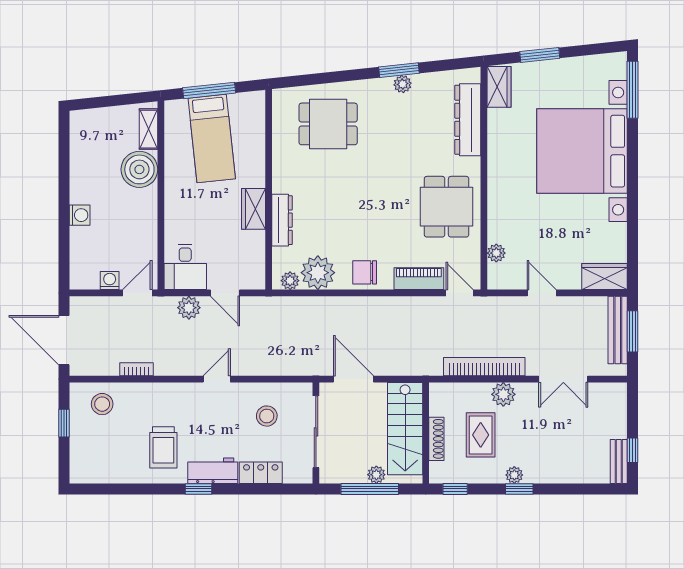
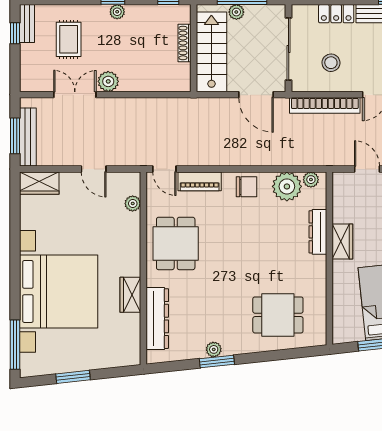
window: (540, 55) -> (73, 377), moved
wardrobe: (499, 87) -> (130, 295), moved
bookcase: (484, 367) -> (325, 105), moved
plant: (503, 394) -> (108, 81), moved
rug: (481, 435) -> (69, 39), moved

